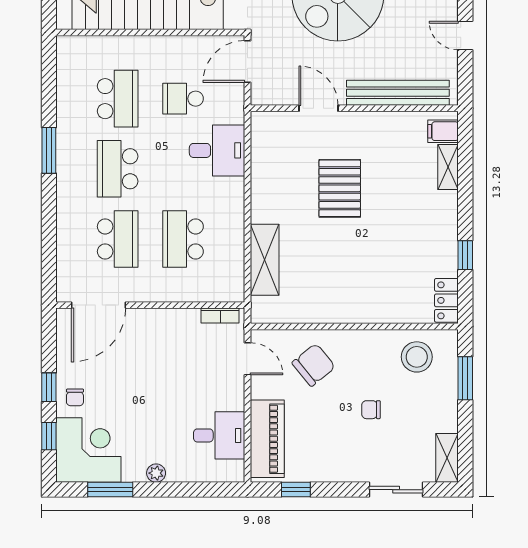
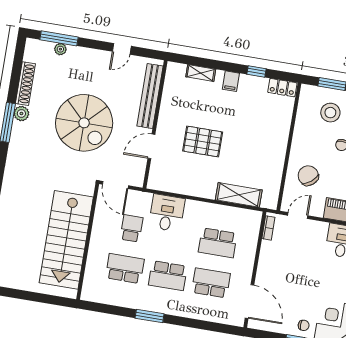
school desk: (183, 99) -> (132, 228), turned 180
filing cabinet: (443, 131) -> (231, 81), moved
stool: (417, 357) -> (330, 113), moved

